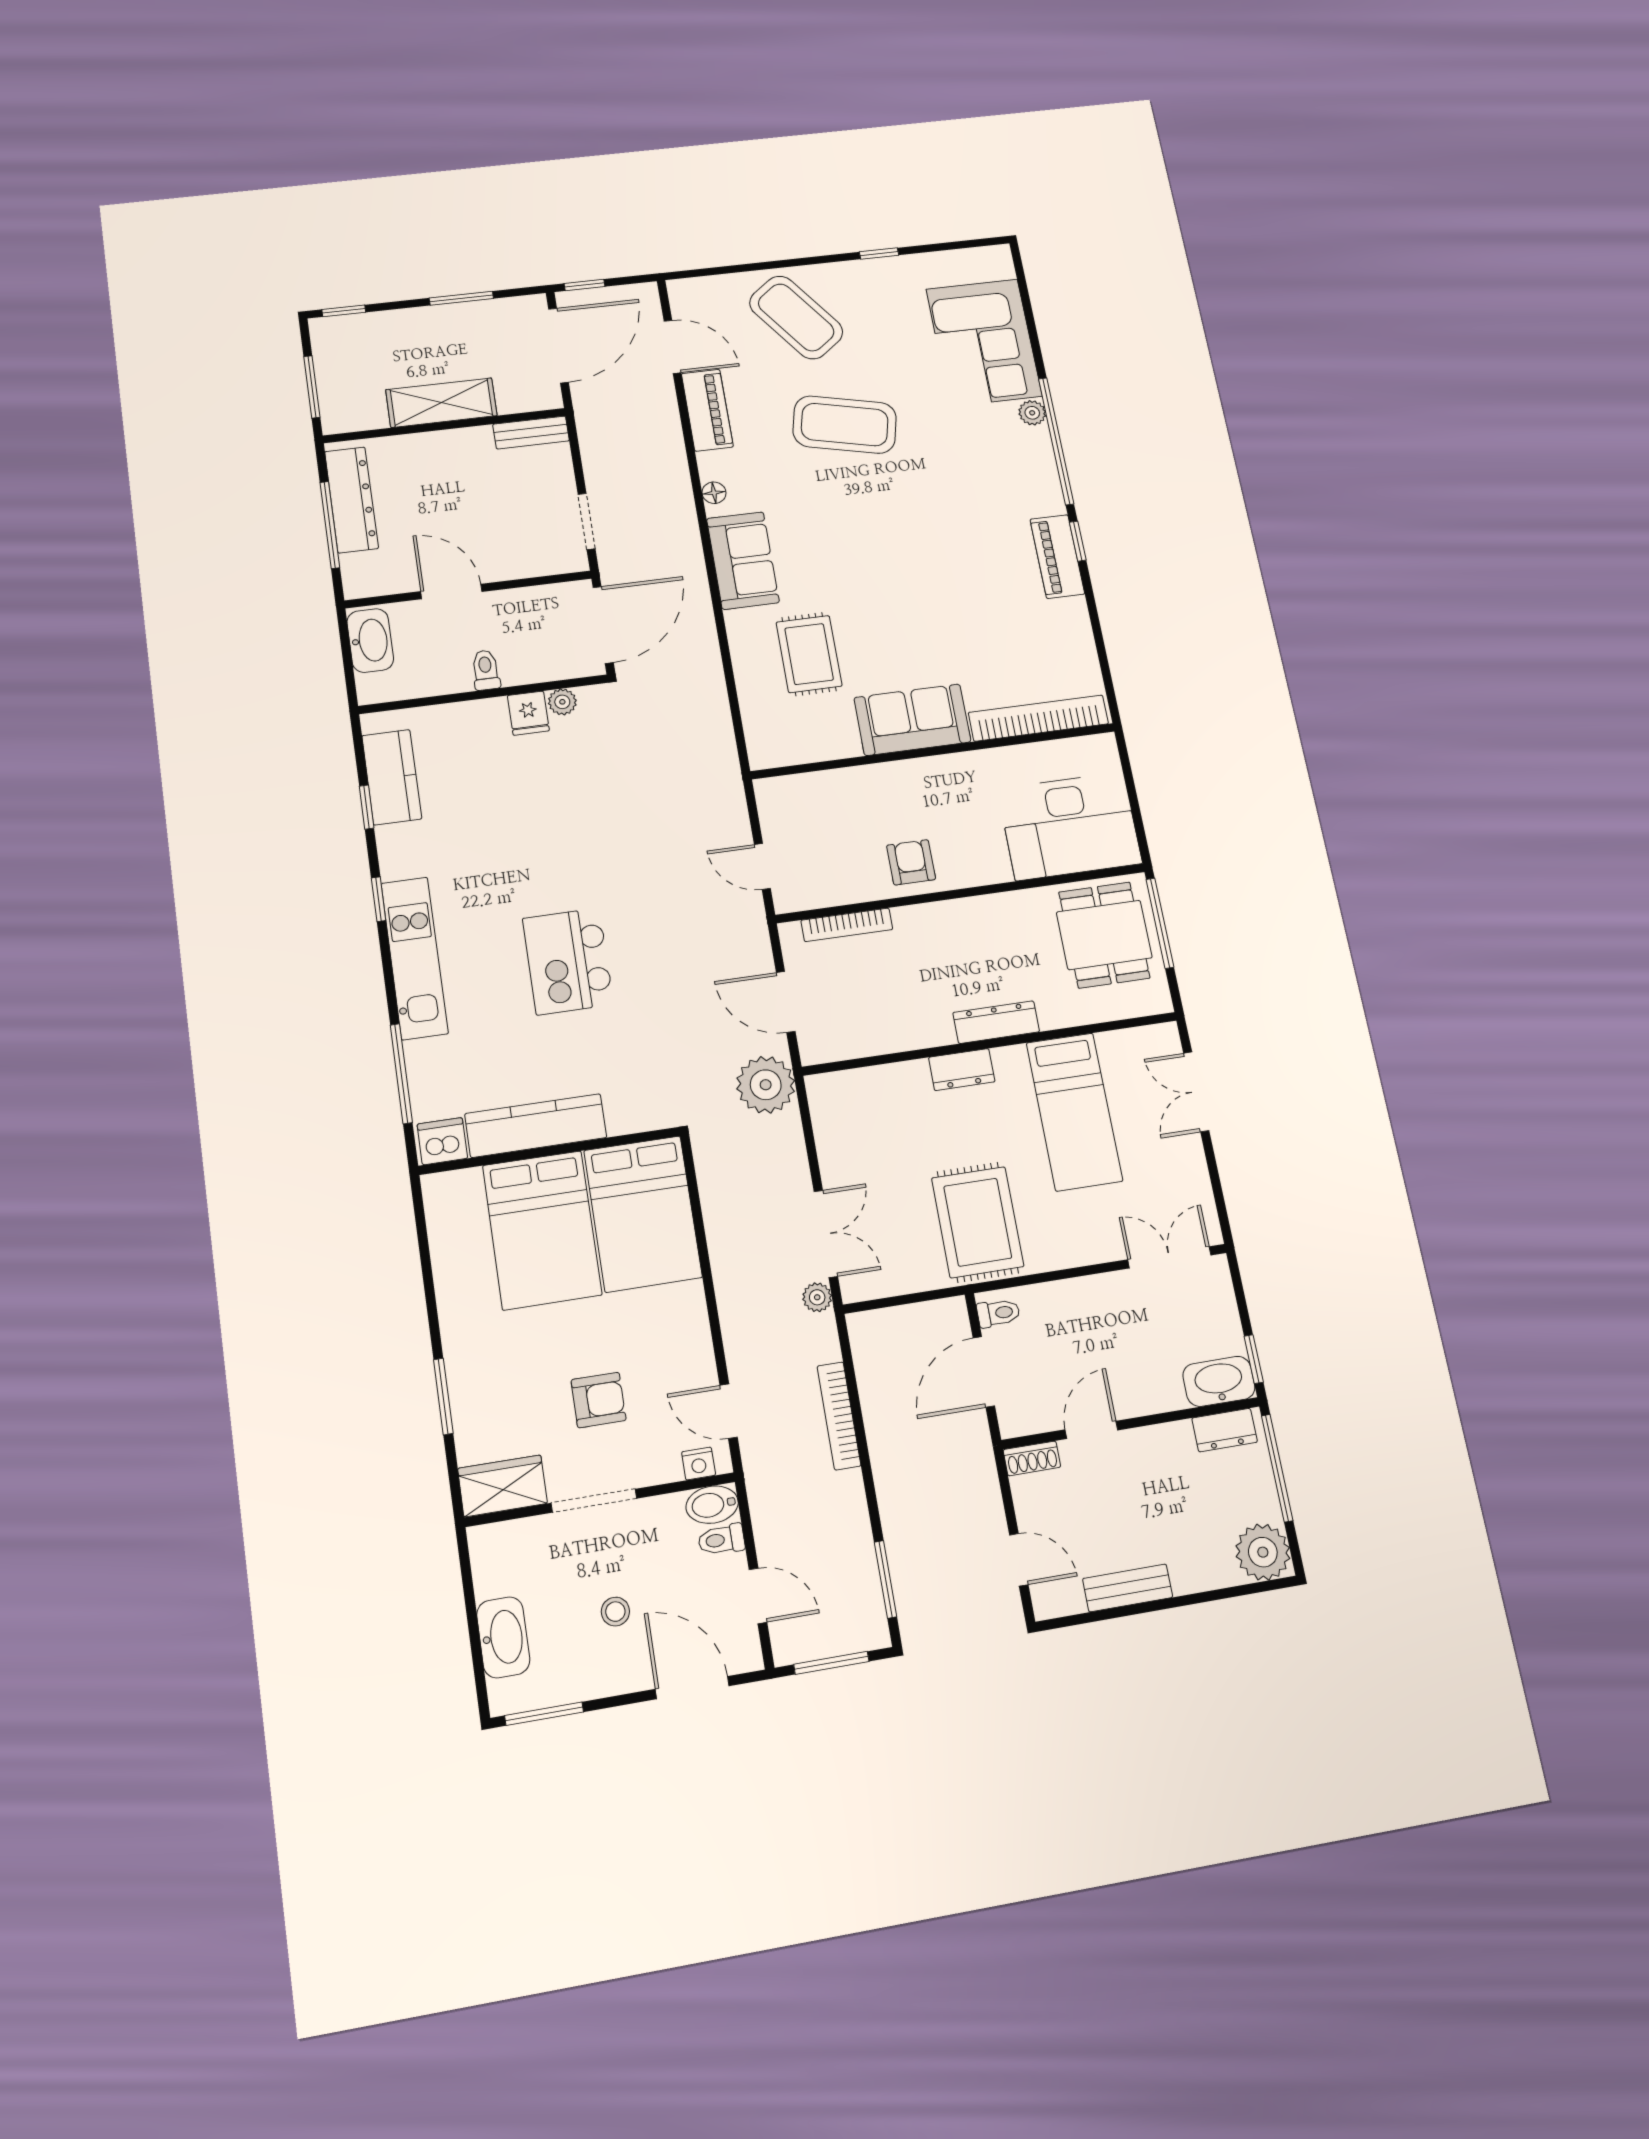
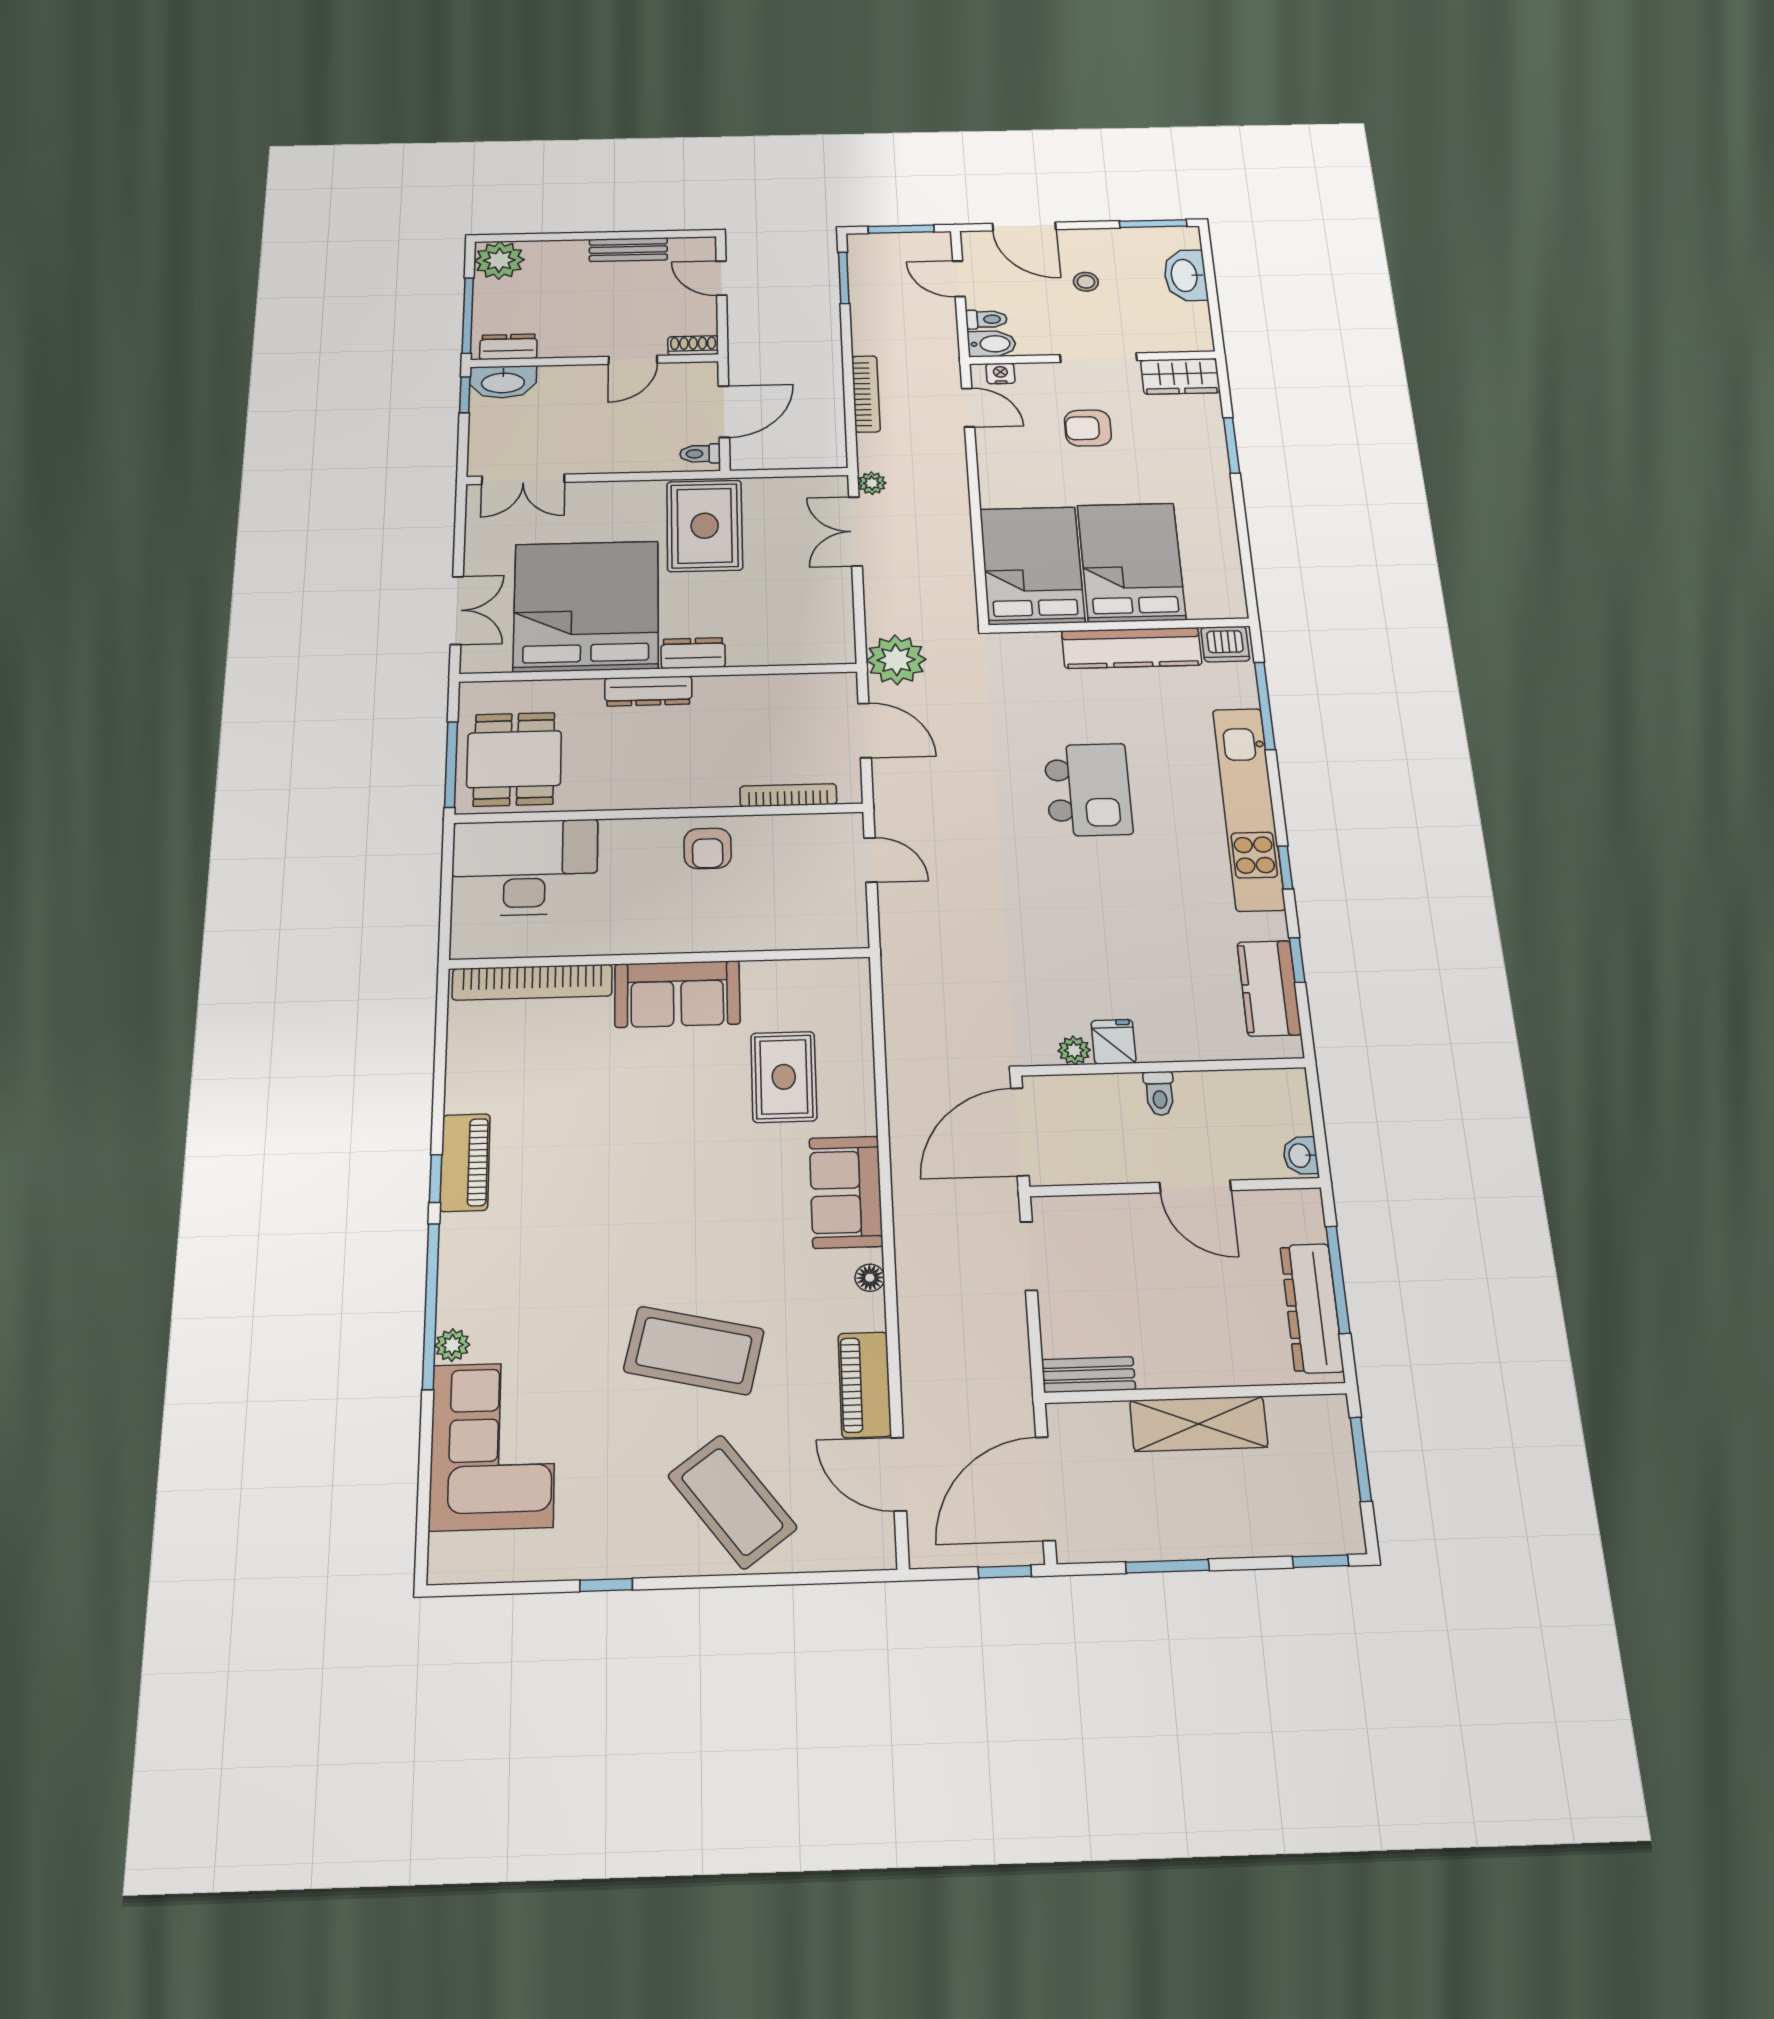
washbasin: (370, 640) -> (1300, 1156), width x0.52, depth x0.69
kitchen unit: (415, 958) -> (1249, 808), width x1.36
bed: (1074, 1112) -> (586, 606), width x2.04

